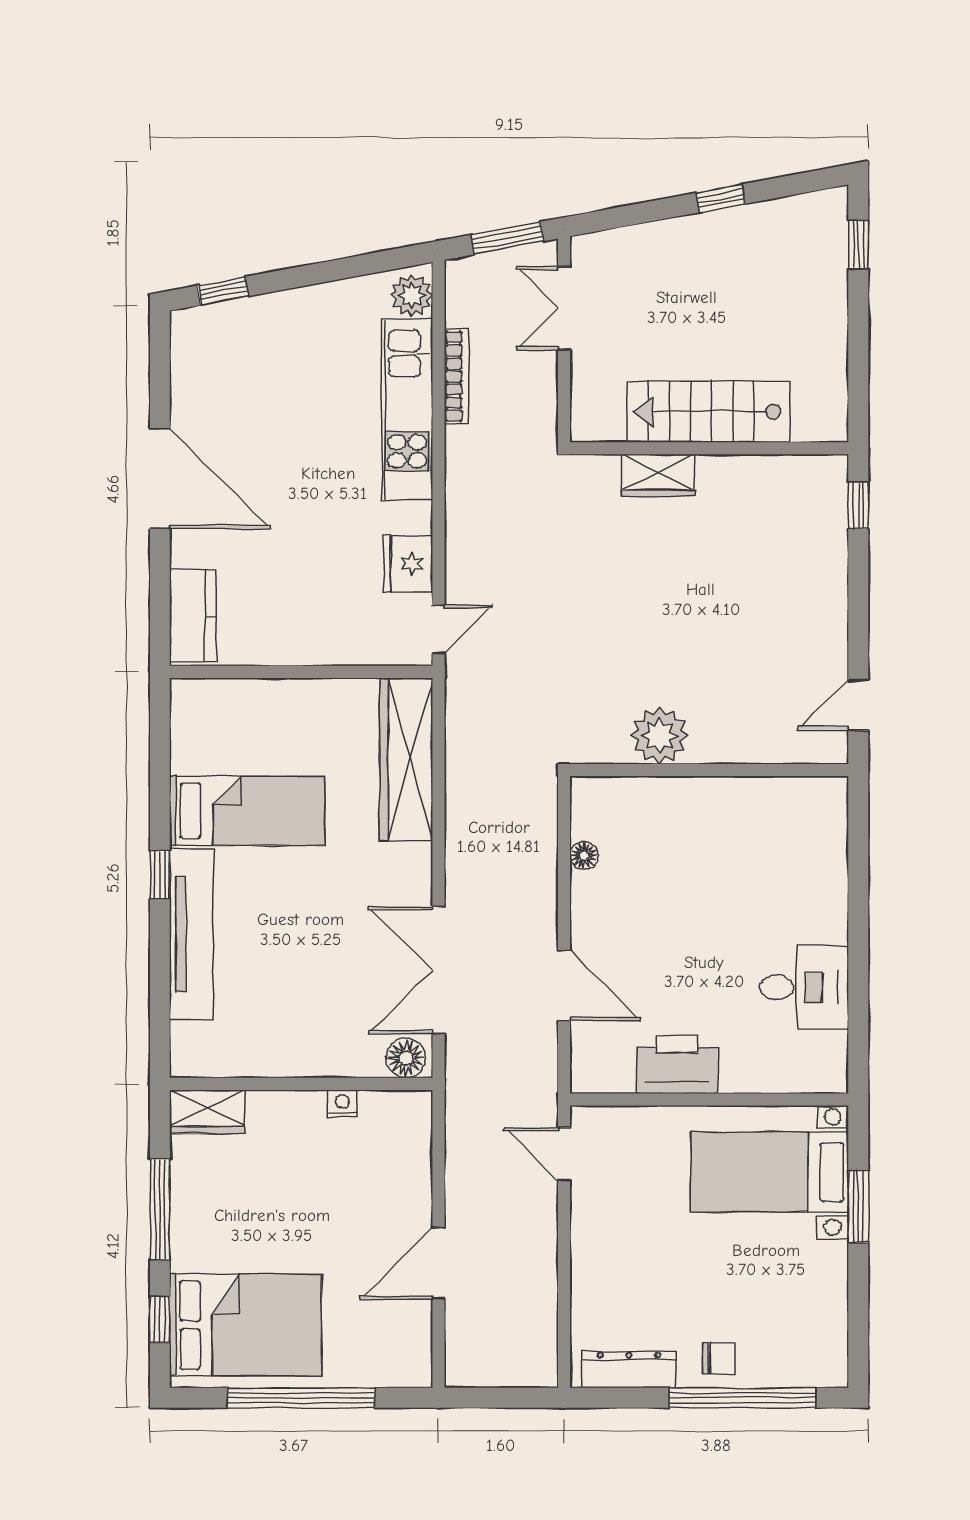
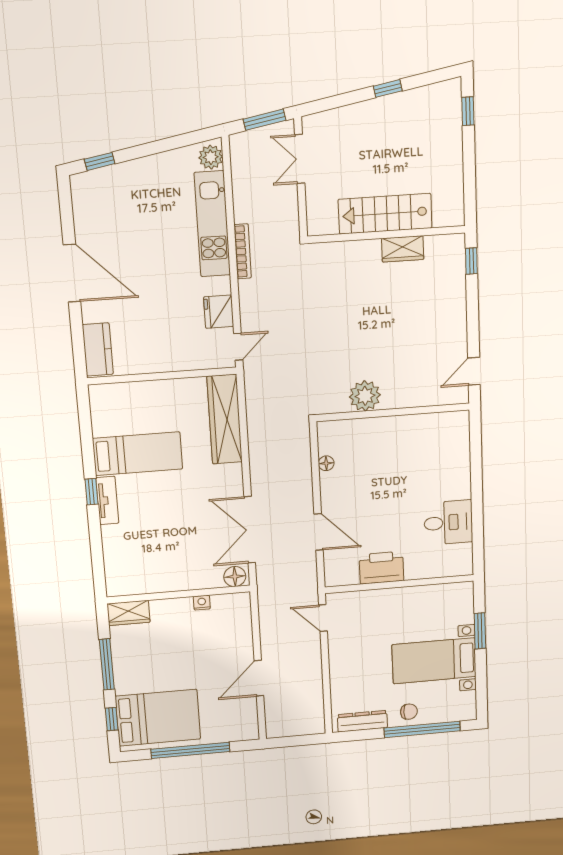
bookcase: (457, 377) -> (243, 251), moved
wardrobe: (658, 475) -> (403, 249), moved
tv unit: (192, 934) -> (107, 500), width x0.52, depth x0.78
bed with nightstands: (770, 1172) -> (434, 661), moved

